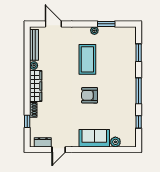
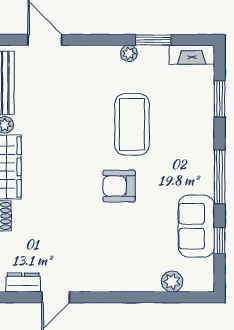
fireplace: (125, 31) -> (192, 55), added
coffee table: (87, 59) -> (132, 124), moved
sofa: (94, 138) -> (196, 226), moved, turned -90

